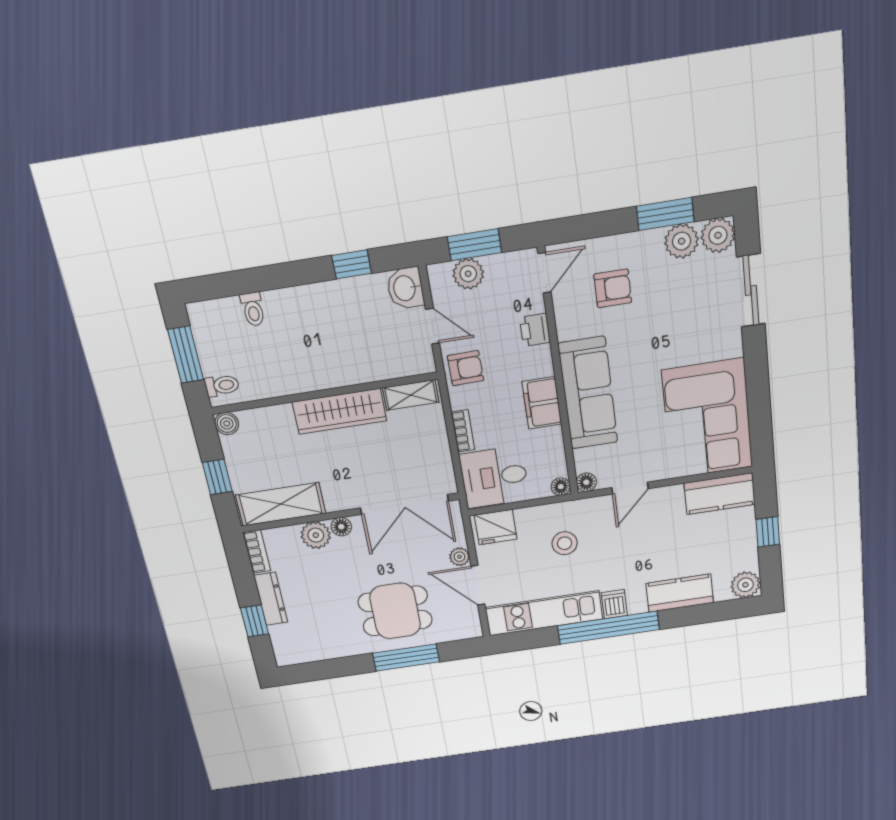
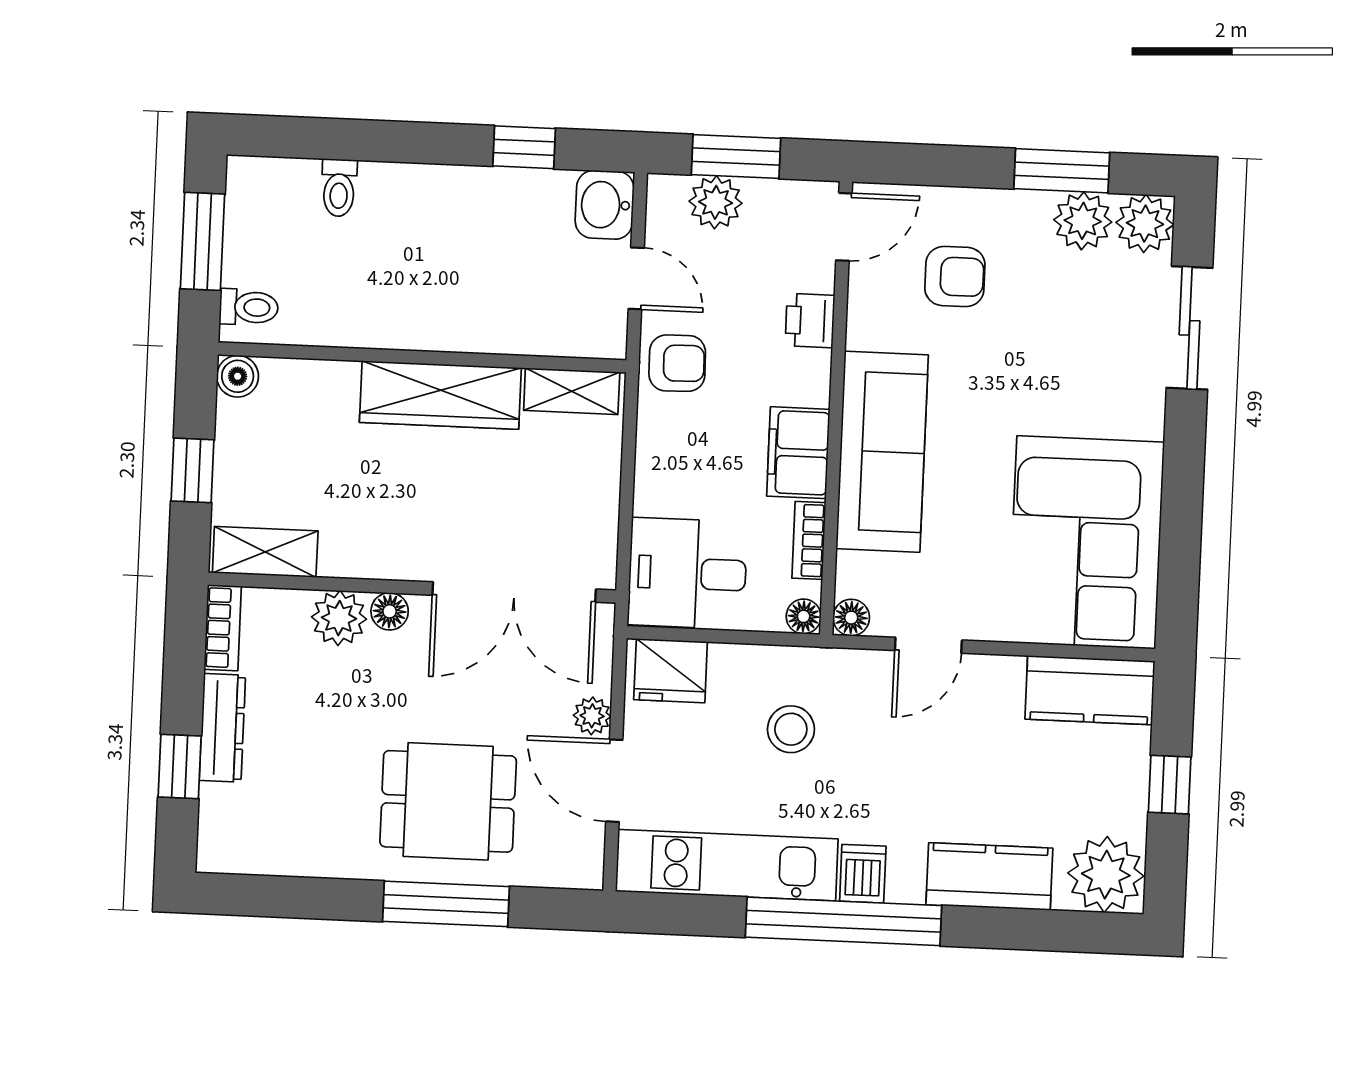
bookcase: (463, 431) -> (809, 540), moved, turned 180
shelving: (281, 504) -> (265, 552), width x0.67, depth x0.75
plant: (745, 585) -> (1106, 875), width x1.36, depth x1.36

